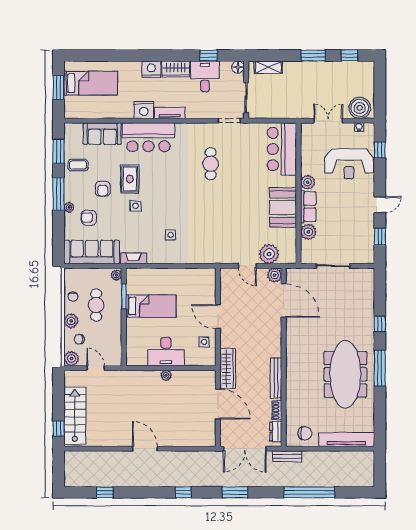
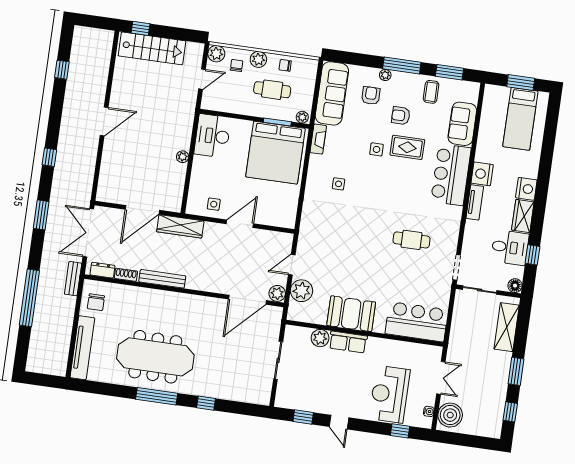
shelving: (268, 67) -> (507, 327), width x1.50, depth x1.33
plant: (308, 182) -> (375, 345), removed
bed: (151, 306) -> (275, 153), width x2.04
desk: (166, 352) -> (212, 136), moved

